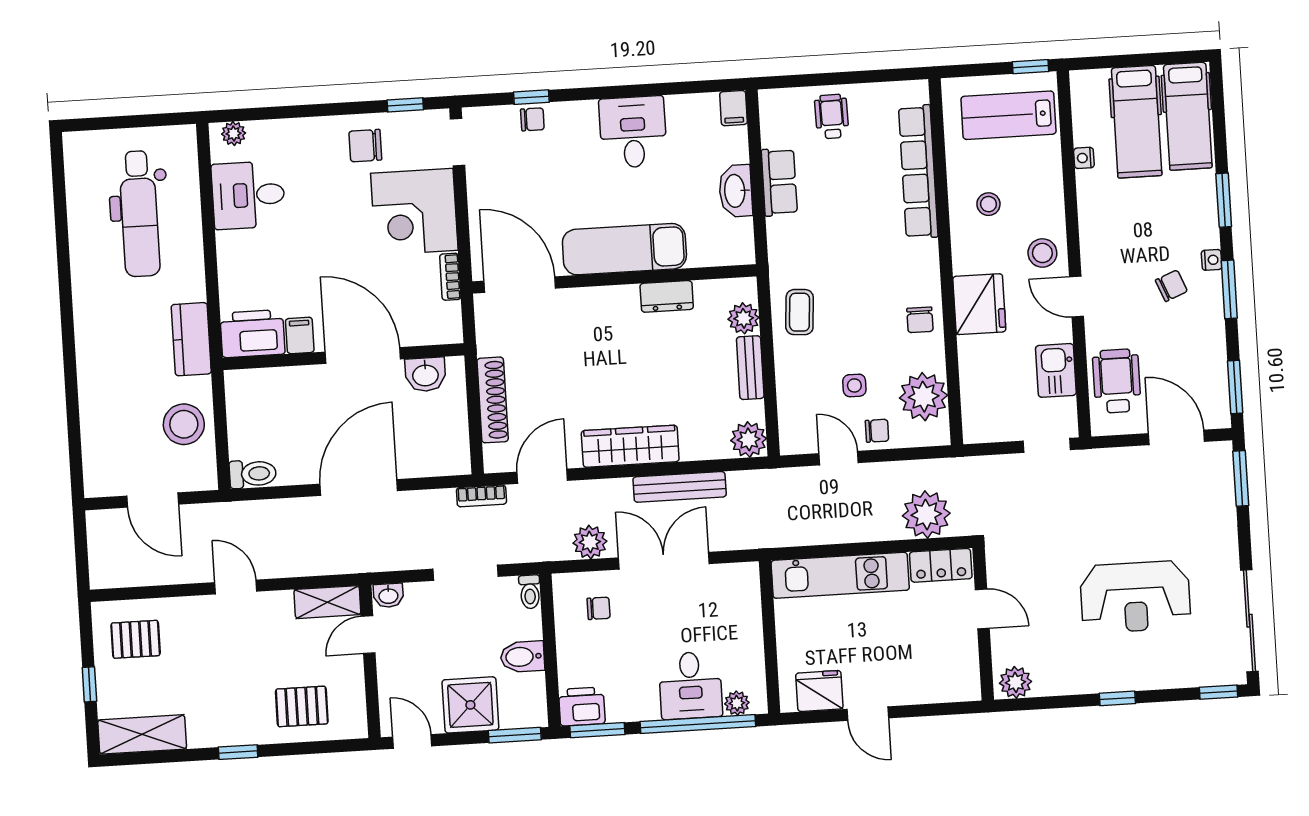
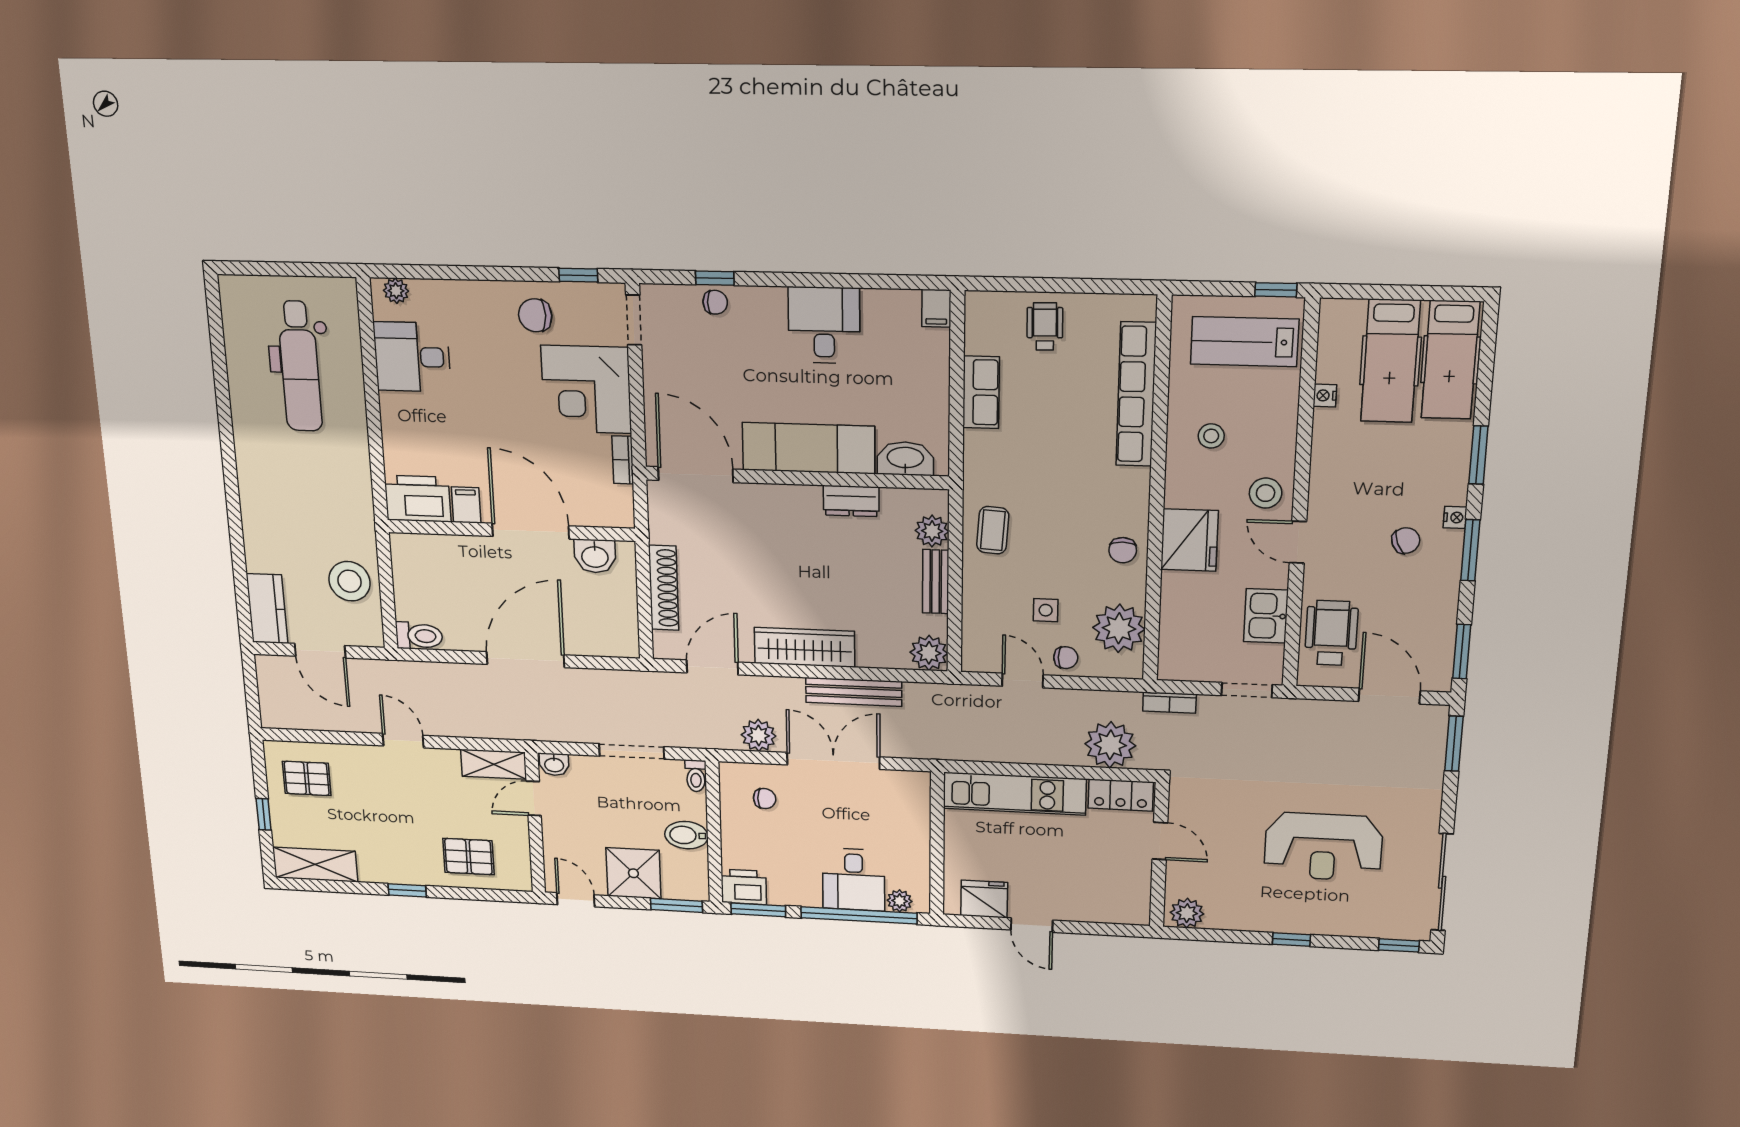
washbasin: (736, 191) -> (905, 458), moved, turned 90
kitchen counter: (191, 339) -> (267, 609), moved, turned 180
bookcase: (481, 496) -> (1169, 703), moved

